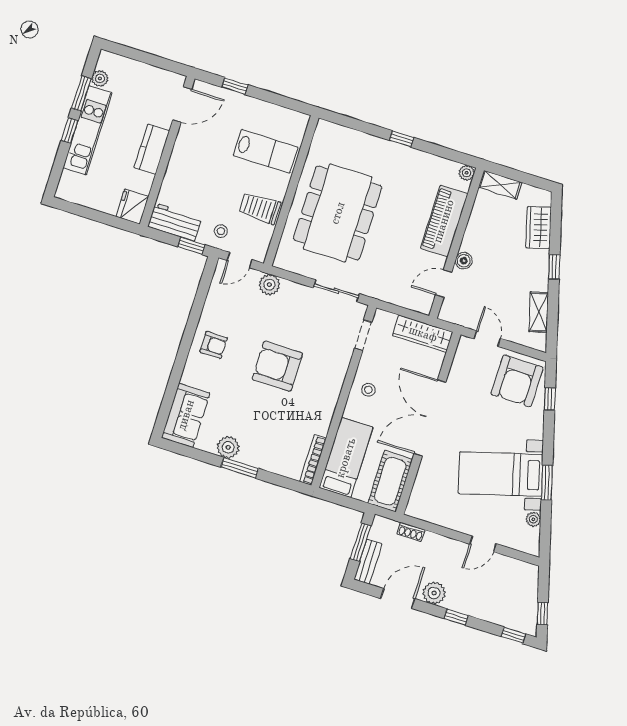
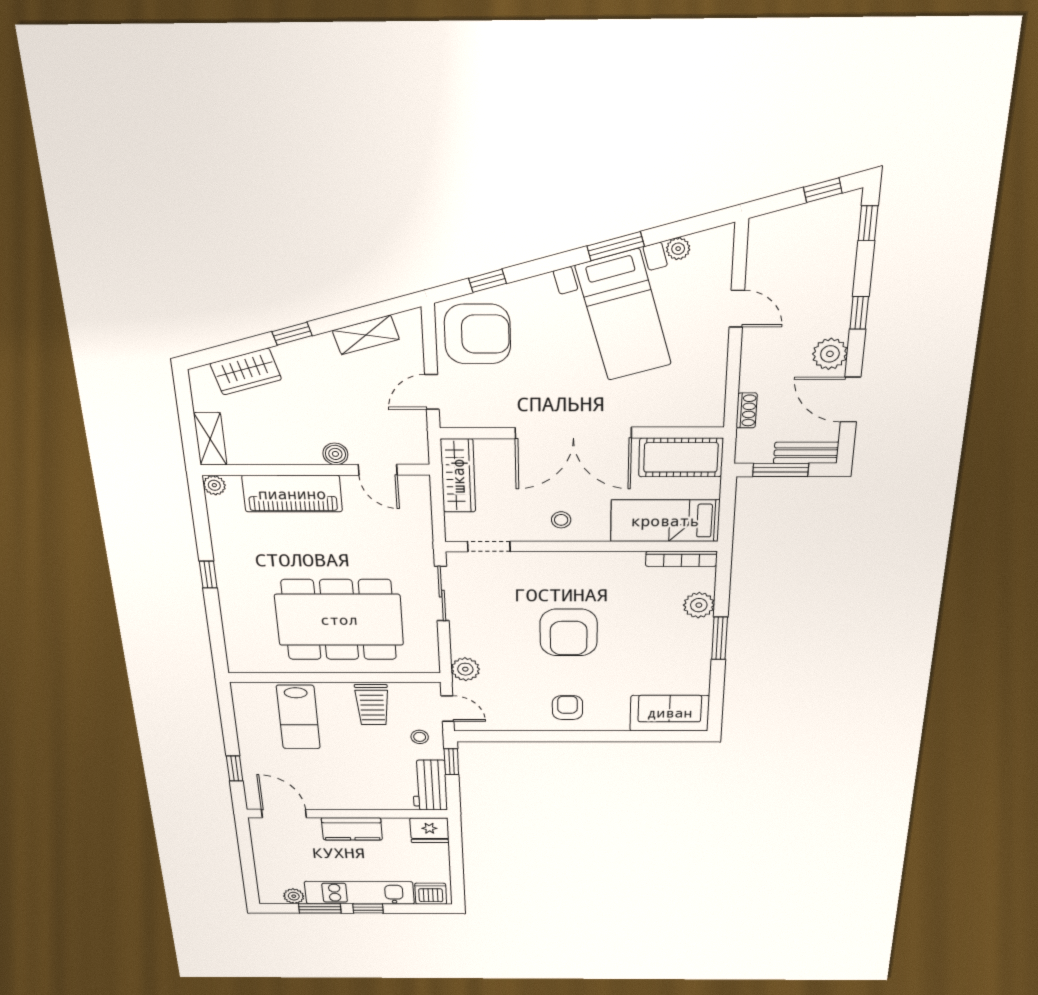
lab bench: (266, 151) -> (298, 717), turned 180
dishwasher: (70, 184) -> (431, 894), added
plant: (228, 447) -> (699, 605), moved

